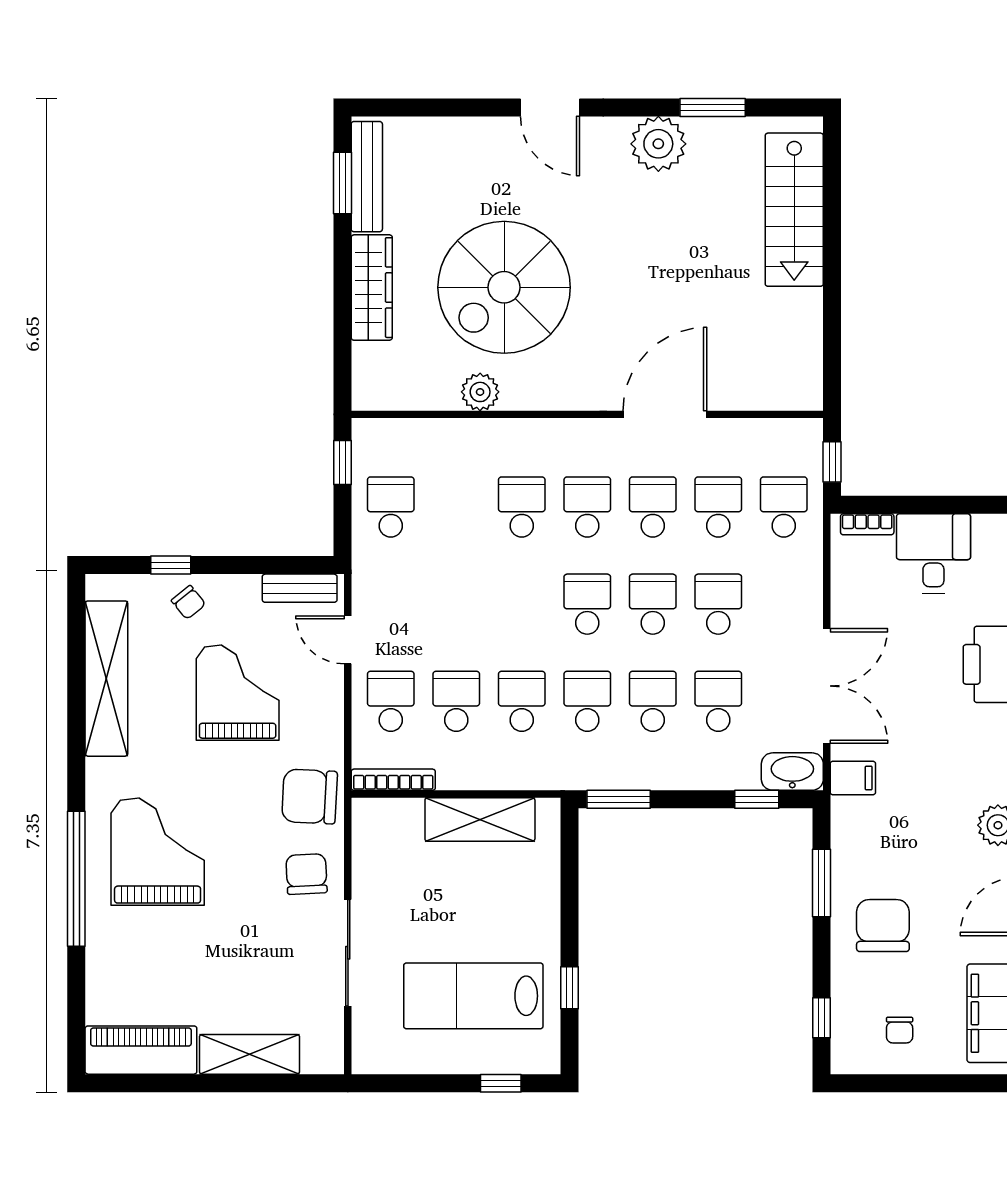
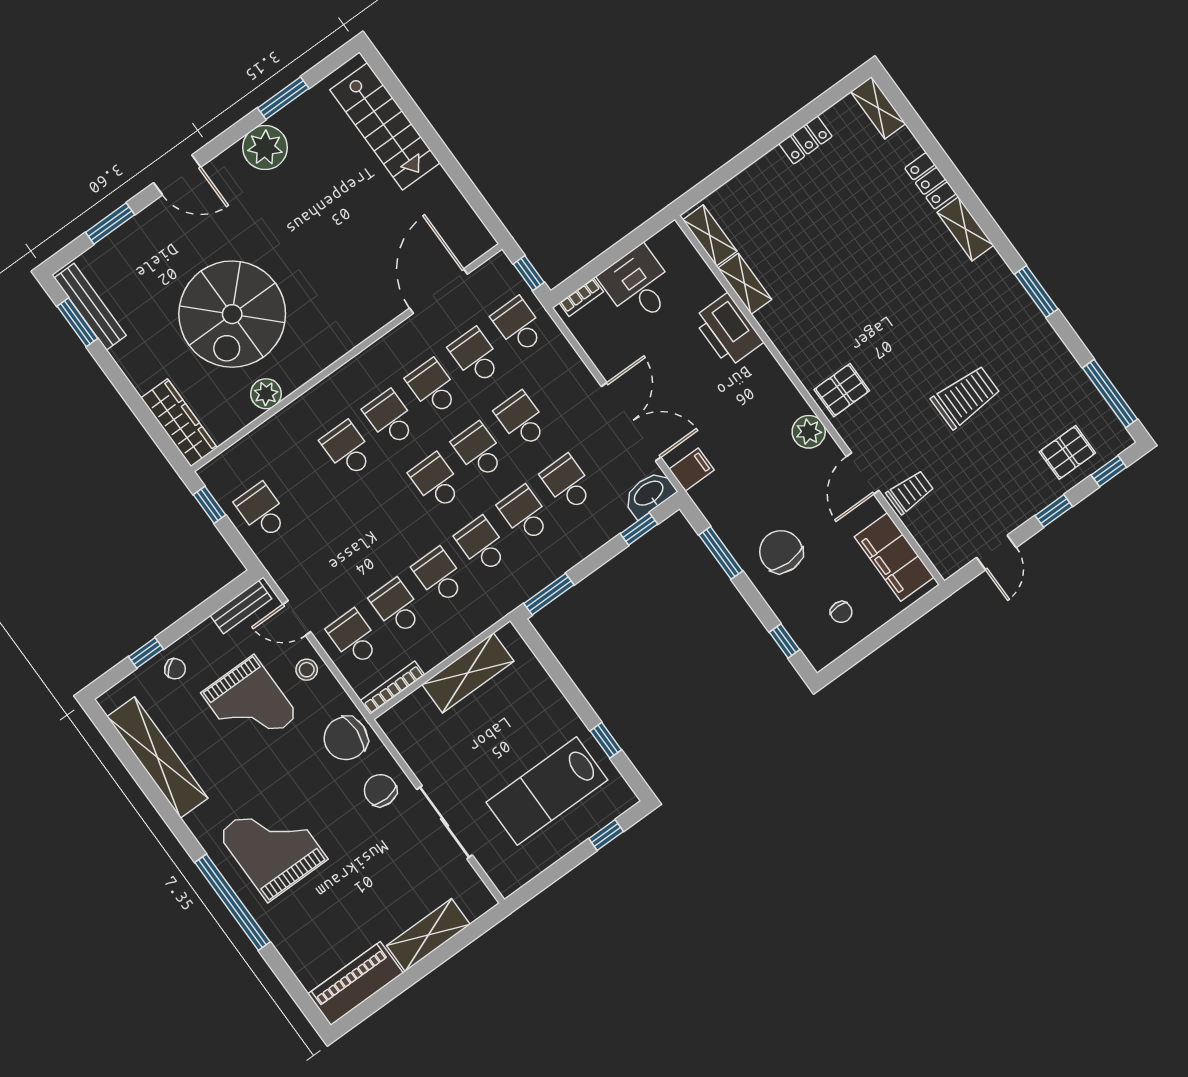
window: (447, 107) -> (110, 224), added
wardrobe: (372, 288) -> (179, 423), moved
door: (665, 414) -> (438, 291), moved
grand piano: (238, 693) -> (250, 705), turned 180
stool: (320, 699) -> (307, 670), added

